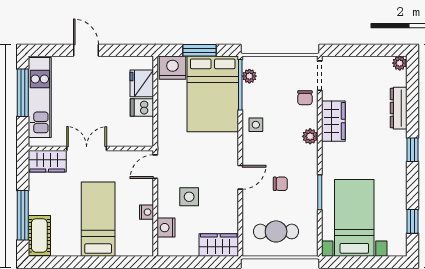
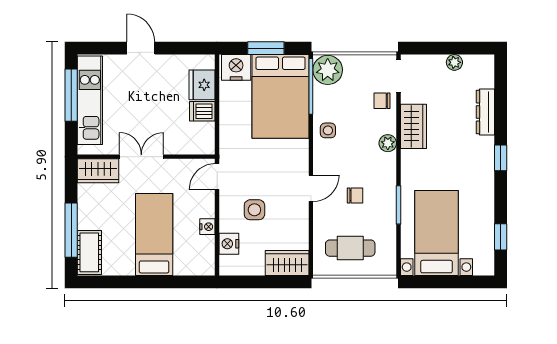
plant: (400, 63) -> (454, 62), moved
plant: (249, 76) -> (328, 70), width x1.87, depth x1.87
chair: (305, 98) -> (382, 101), turned 90

